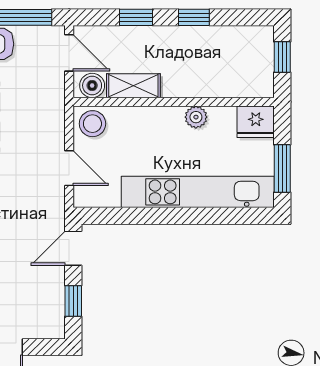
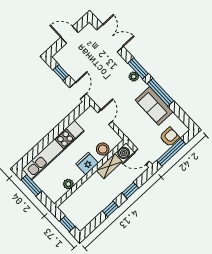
plant: (196, 117) -> (68, 184), moved
fridge: (256, 122) -> (87, 163), moved
stool: (92, 124) -> (103, 149), moved
door: (69, 168) -> (105, 117), swing flipped

